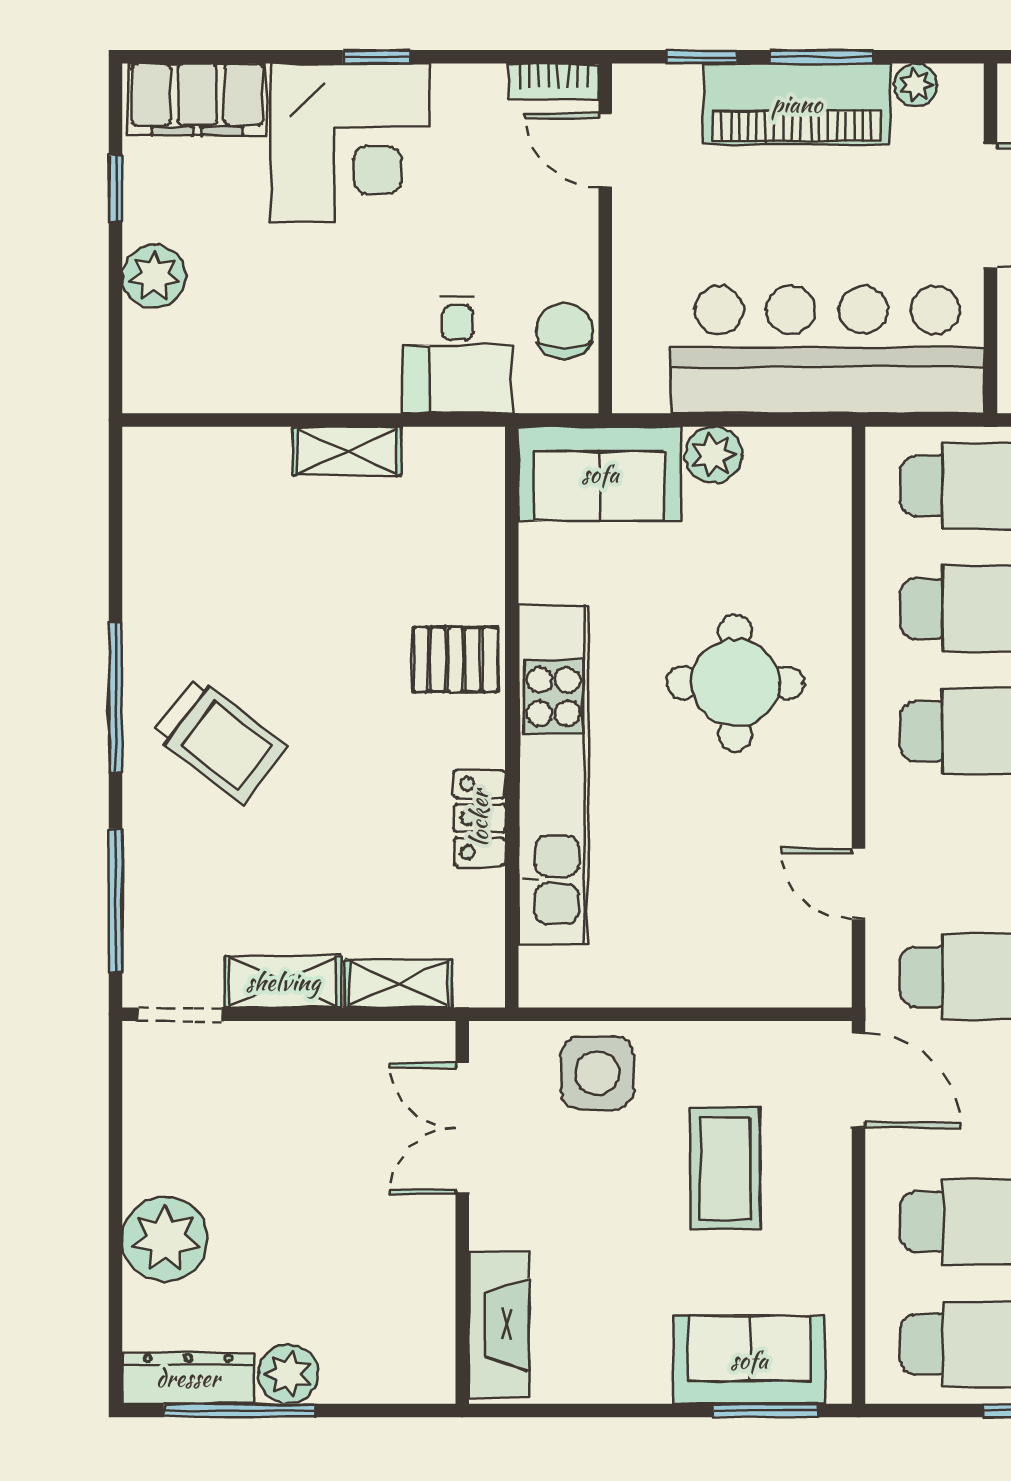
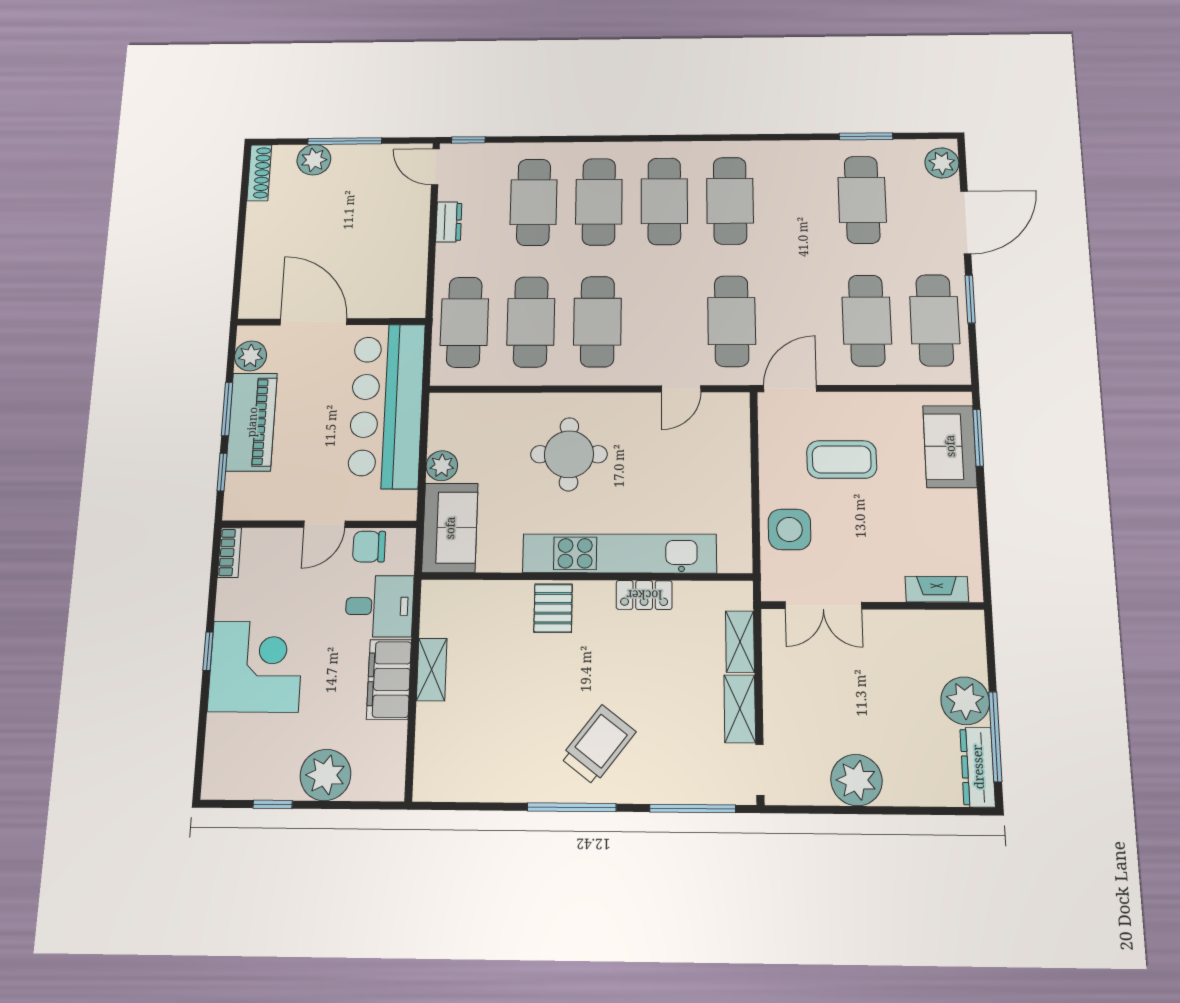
plant: (916, 85) -> (251, 356), width x1.38, depth x1.38
filing cabinet: (197, 99) -> (389, 679), moved, turned 180
door: (605, 150) -> (324, 524), moved
plant: (154, 276) -> (325, 775), width x1.36, depth x1.36
plant: (165, 1239) -> (856, 780), moved
fireplace: (499, 1325) -> (937, 589), width x0.73, depth x0.76
plant: (288, 1374) -> (965, 701), width x1.36, depth x1.36

